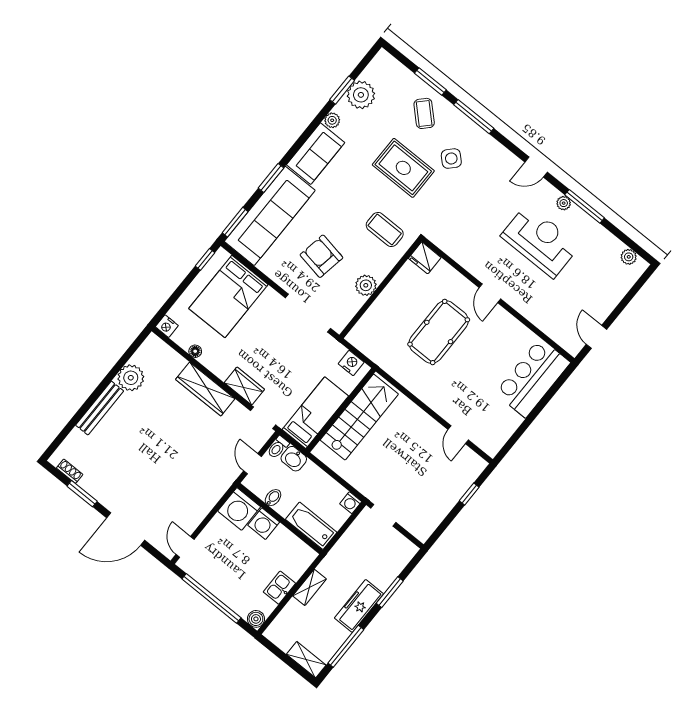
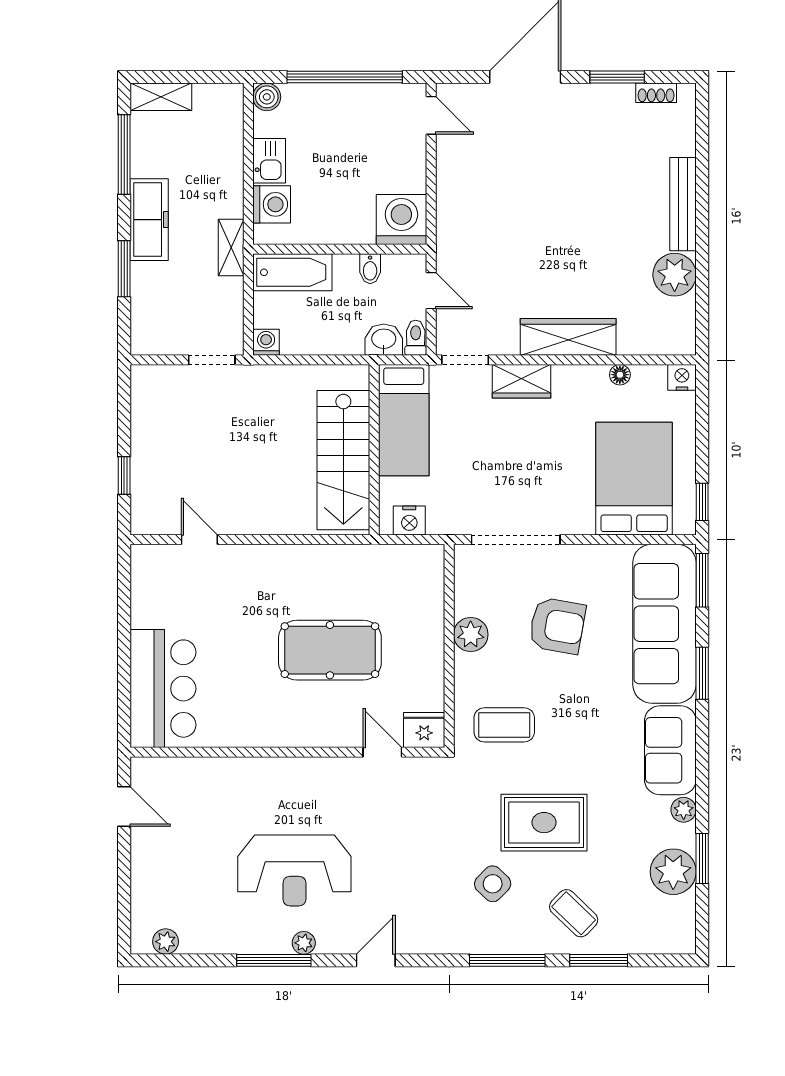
door: (490, 293) -> (382, 752), moved
pool table: (439, 332) -> (330, 650), turned 90
washing machine: (264, 524) -> (272, 204), moved, turned 90
shelving: (310, 587) -> (231, 248), moved

